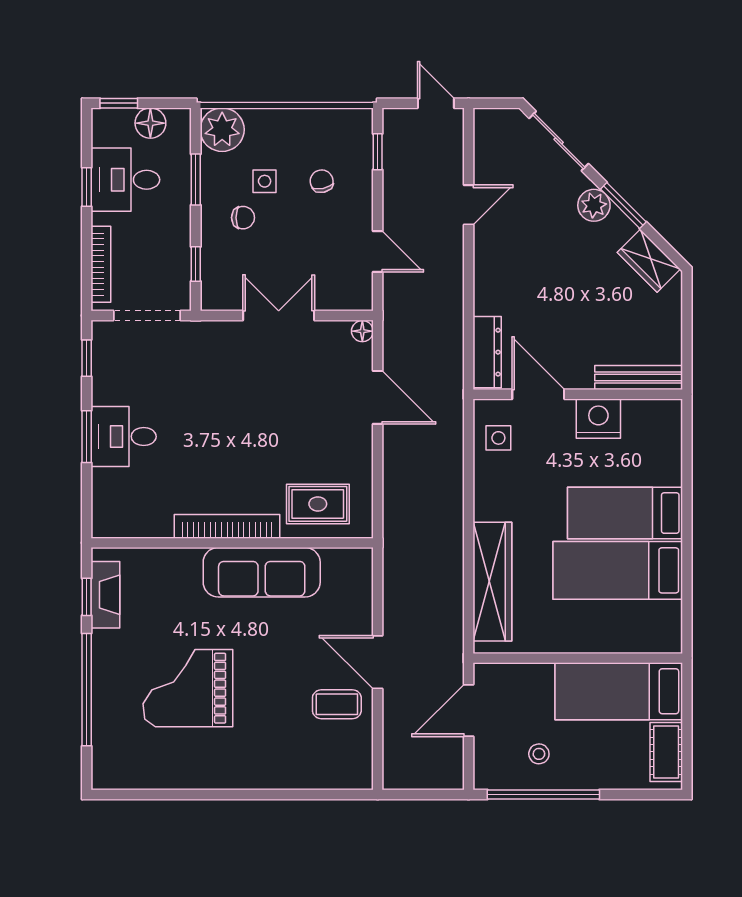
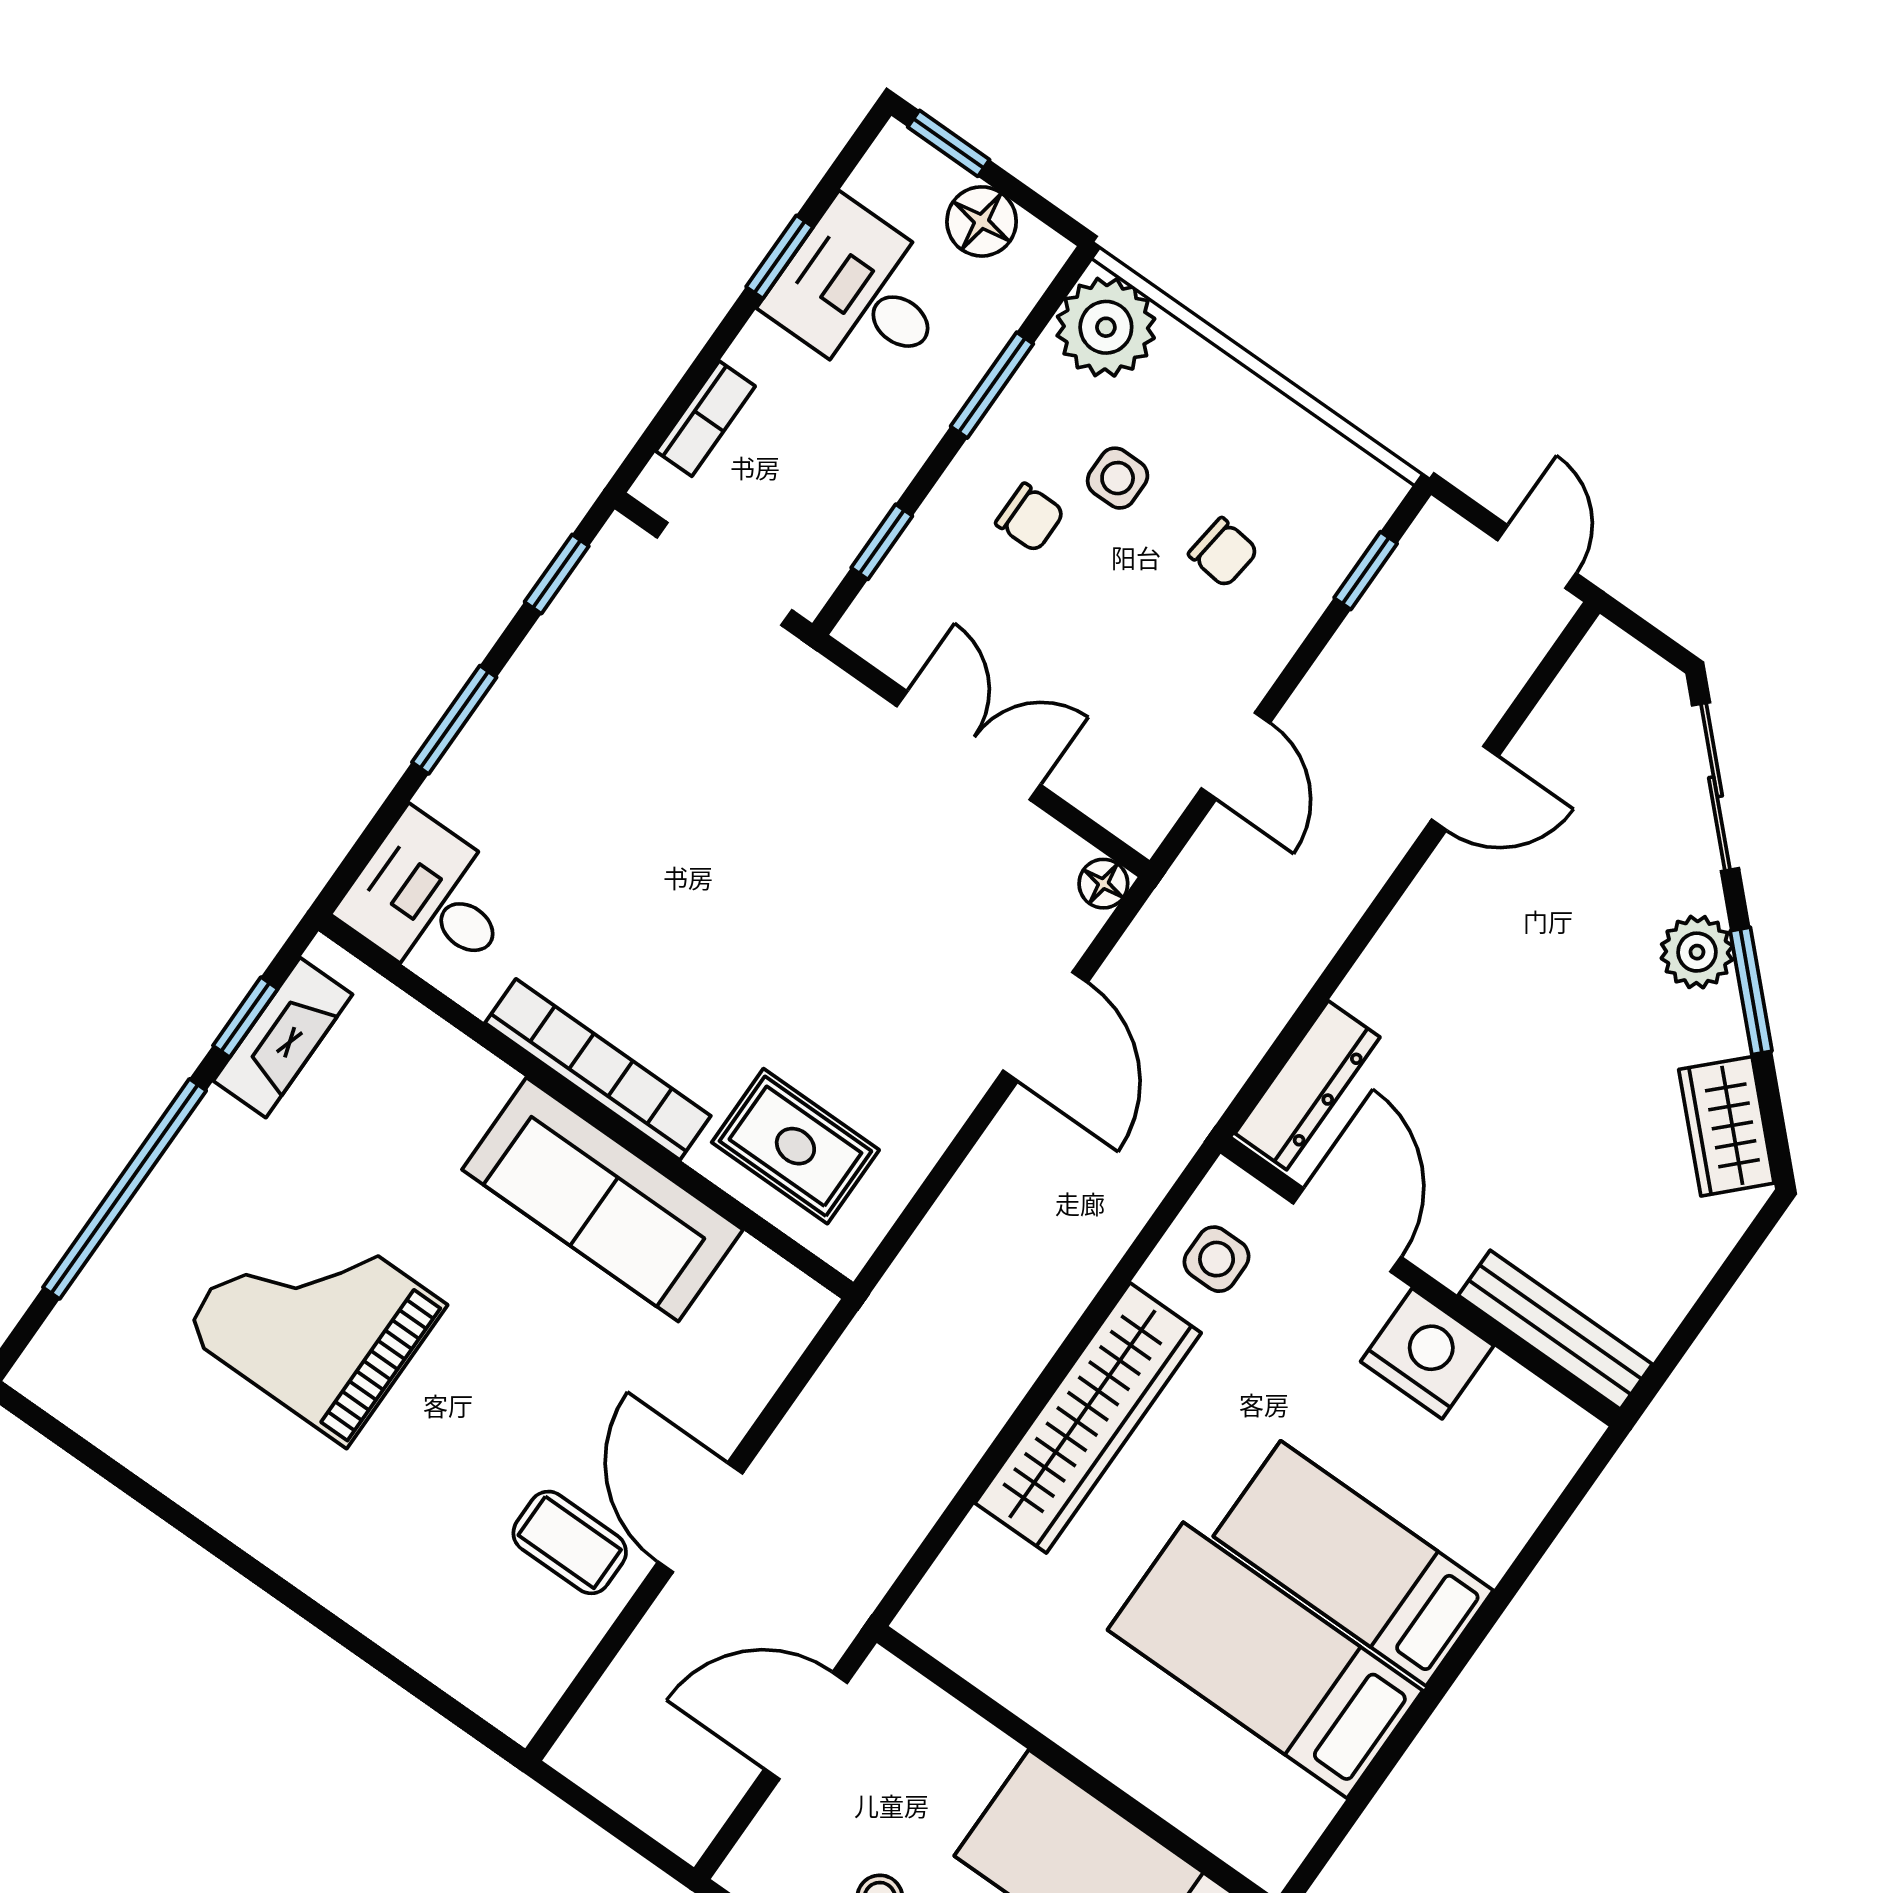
chair: (322, 181) -> (1223, 552), turned 109
bookcase: (101, 264) -> (706, 419), width x0.64
desk: (124, 436) -> (430, 901), moved
wardrobe: (492, 582) -> (1088, 1418), moved

